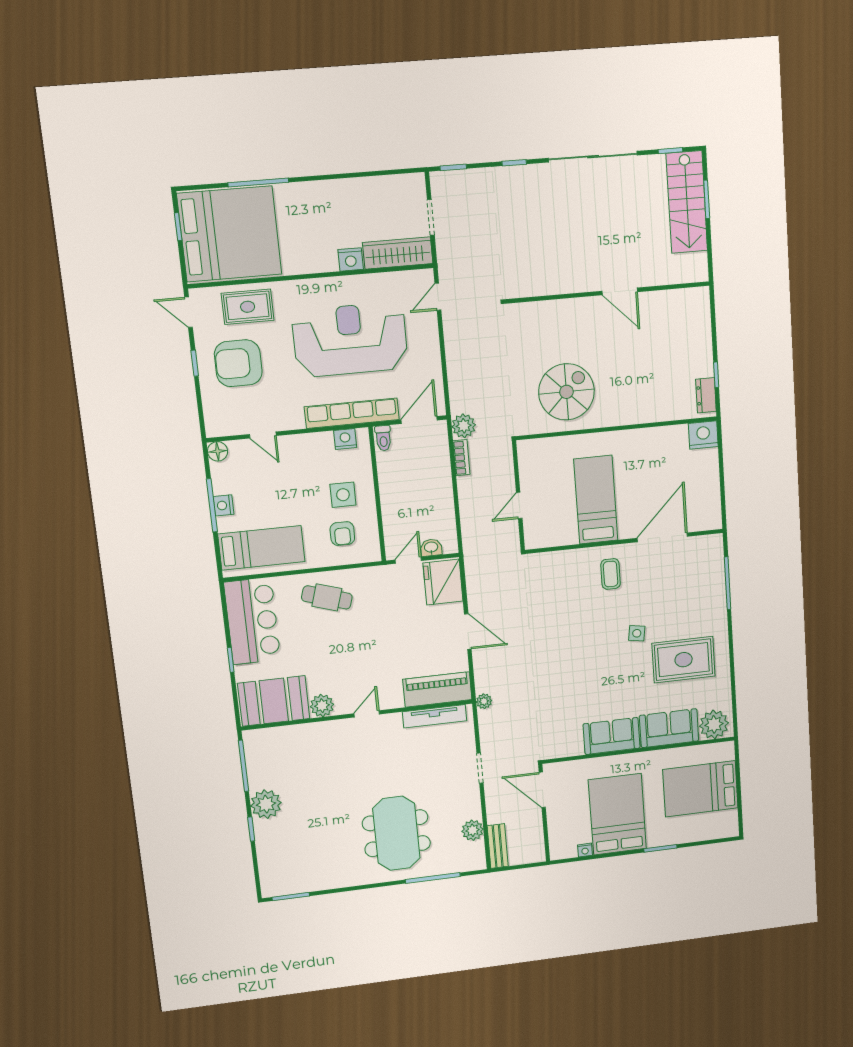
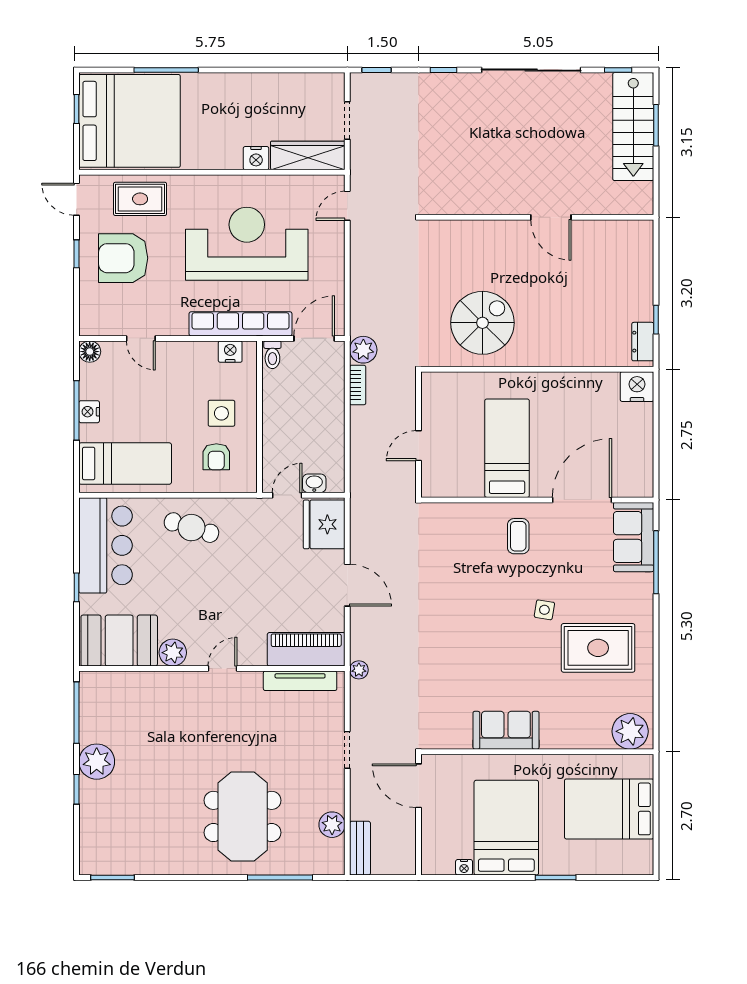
sofa: (669, 728) -> (634, 537), moved, turned -90

